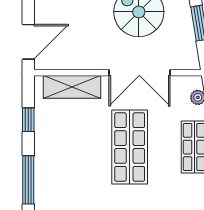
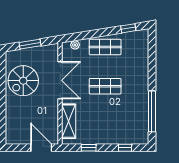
shop shelf: (130, 147) -> (105, 86), width x0.70, depth x0.74
window: (28, 180) -> (125, 148), width x0.46

